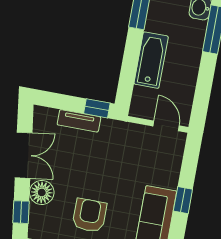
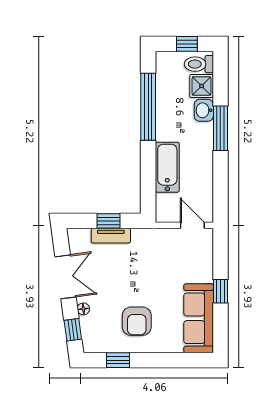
window: (97, 108) -> (108, 221), moved
floor lamp: (42, 192) -> (83, 309), width x0.53, depth x0.53
armchair: (90, 215) -> (137, 321), turned 180

